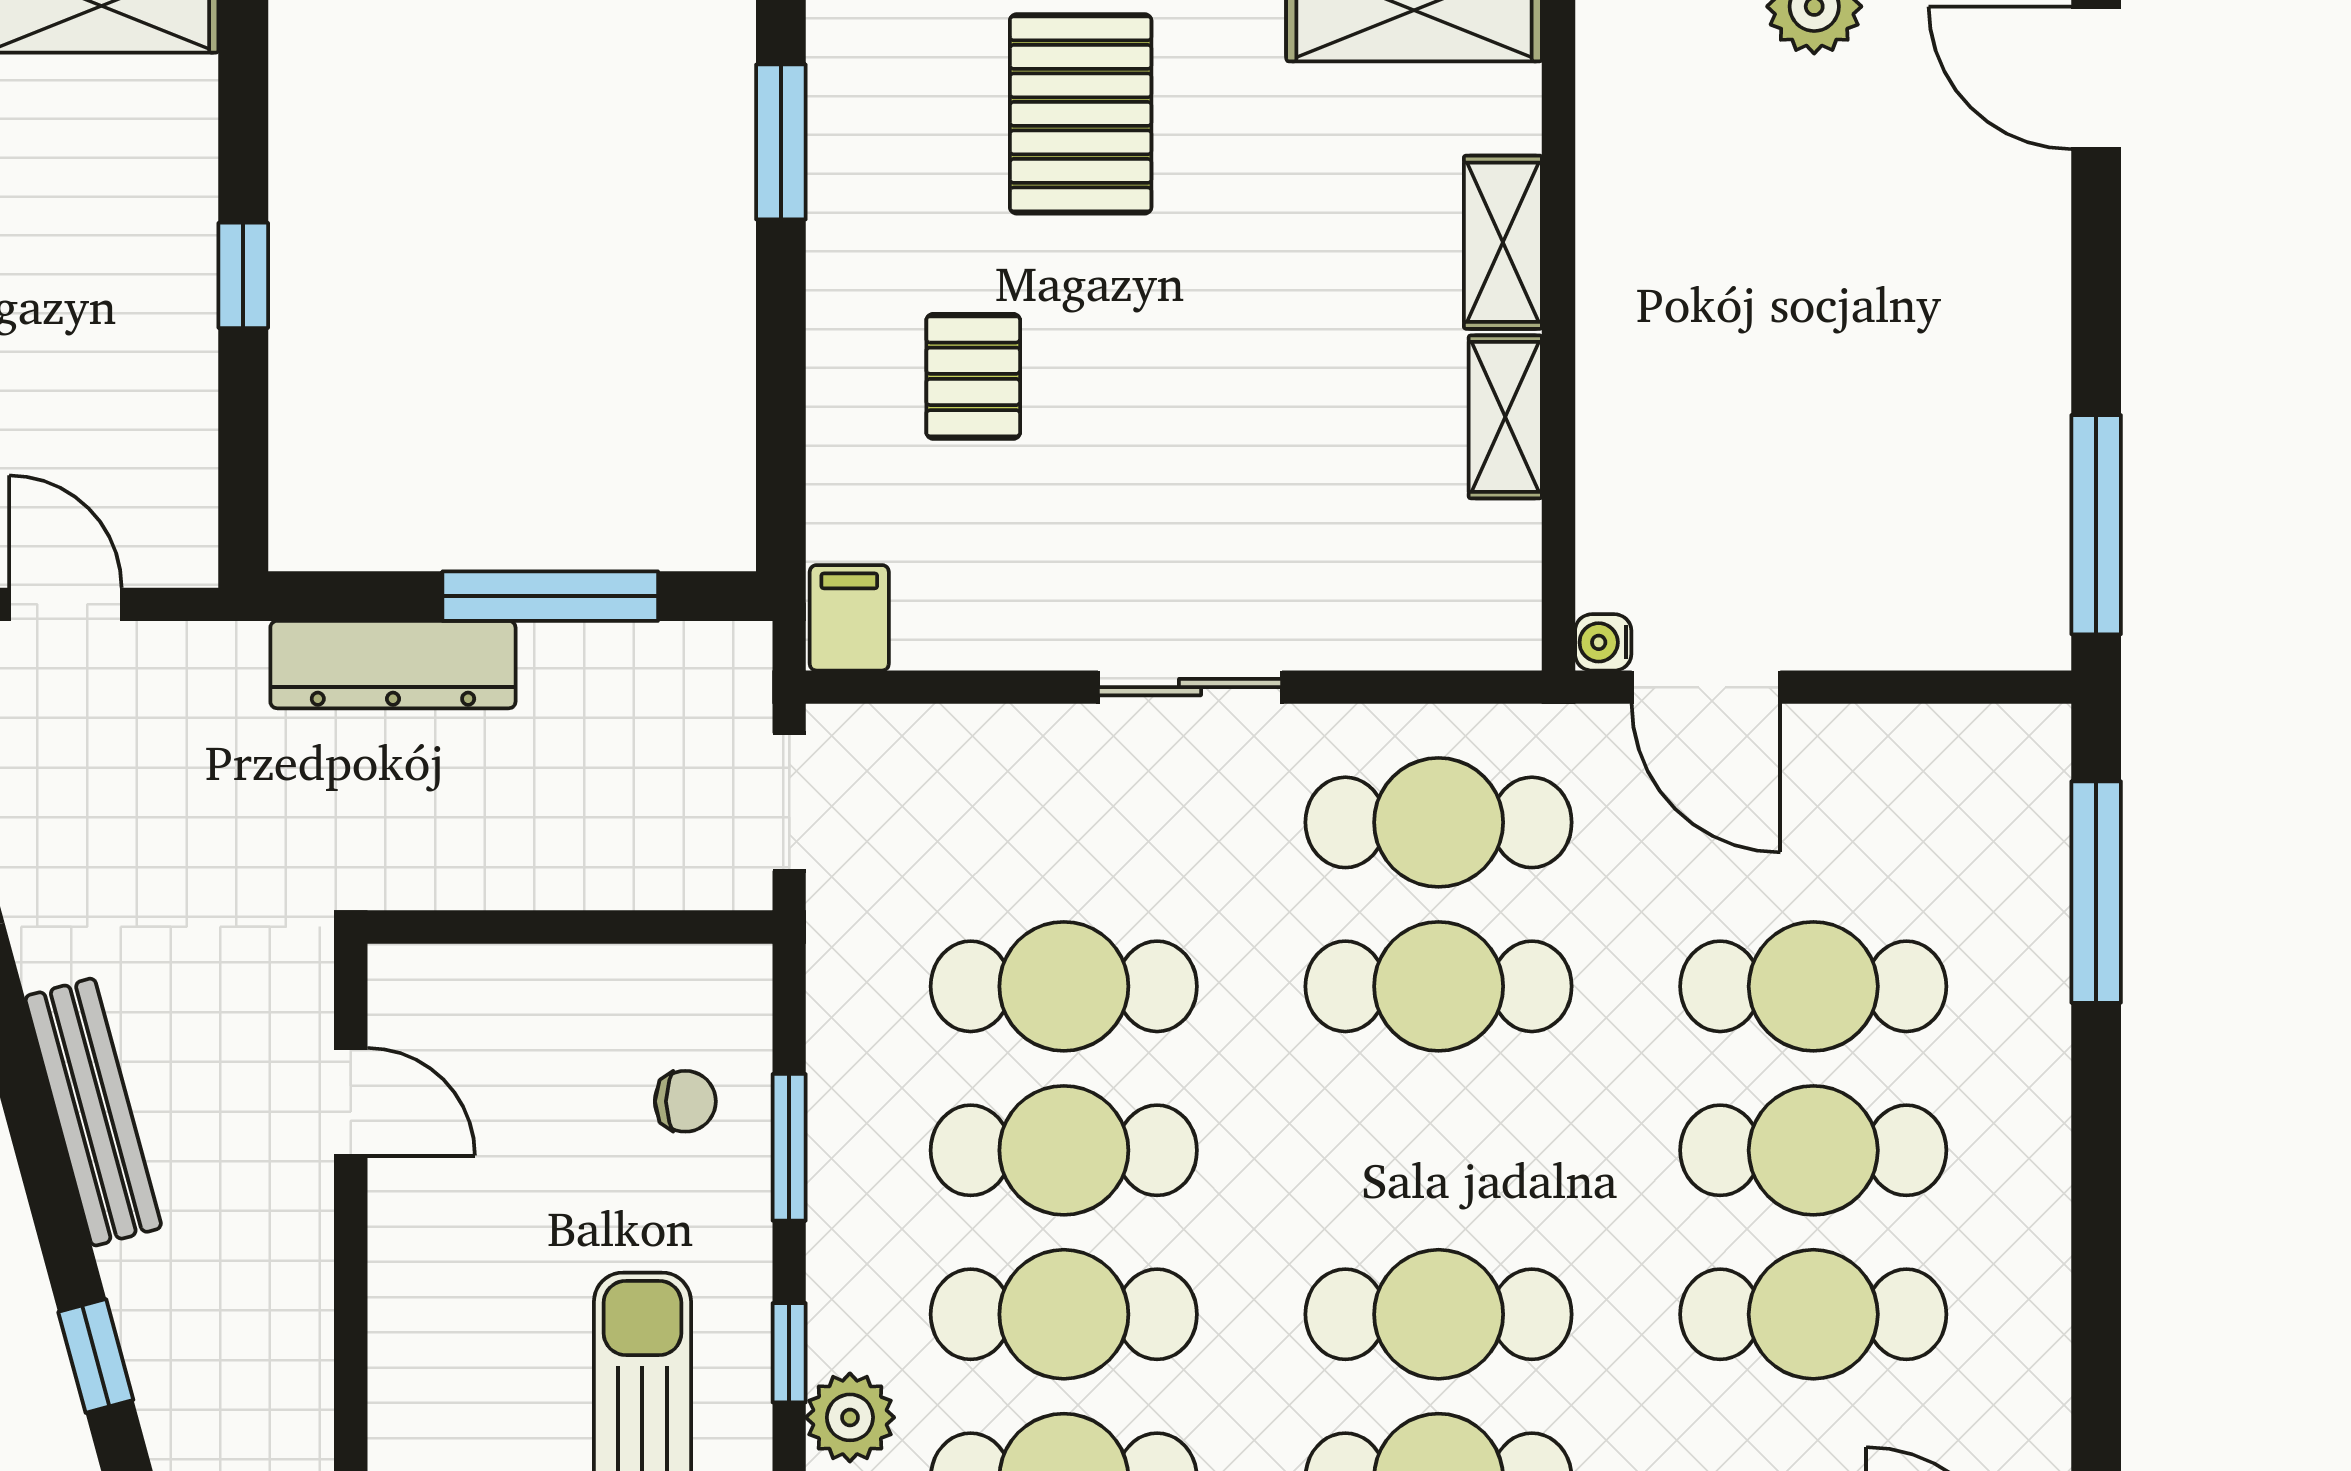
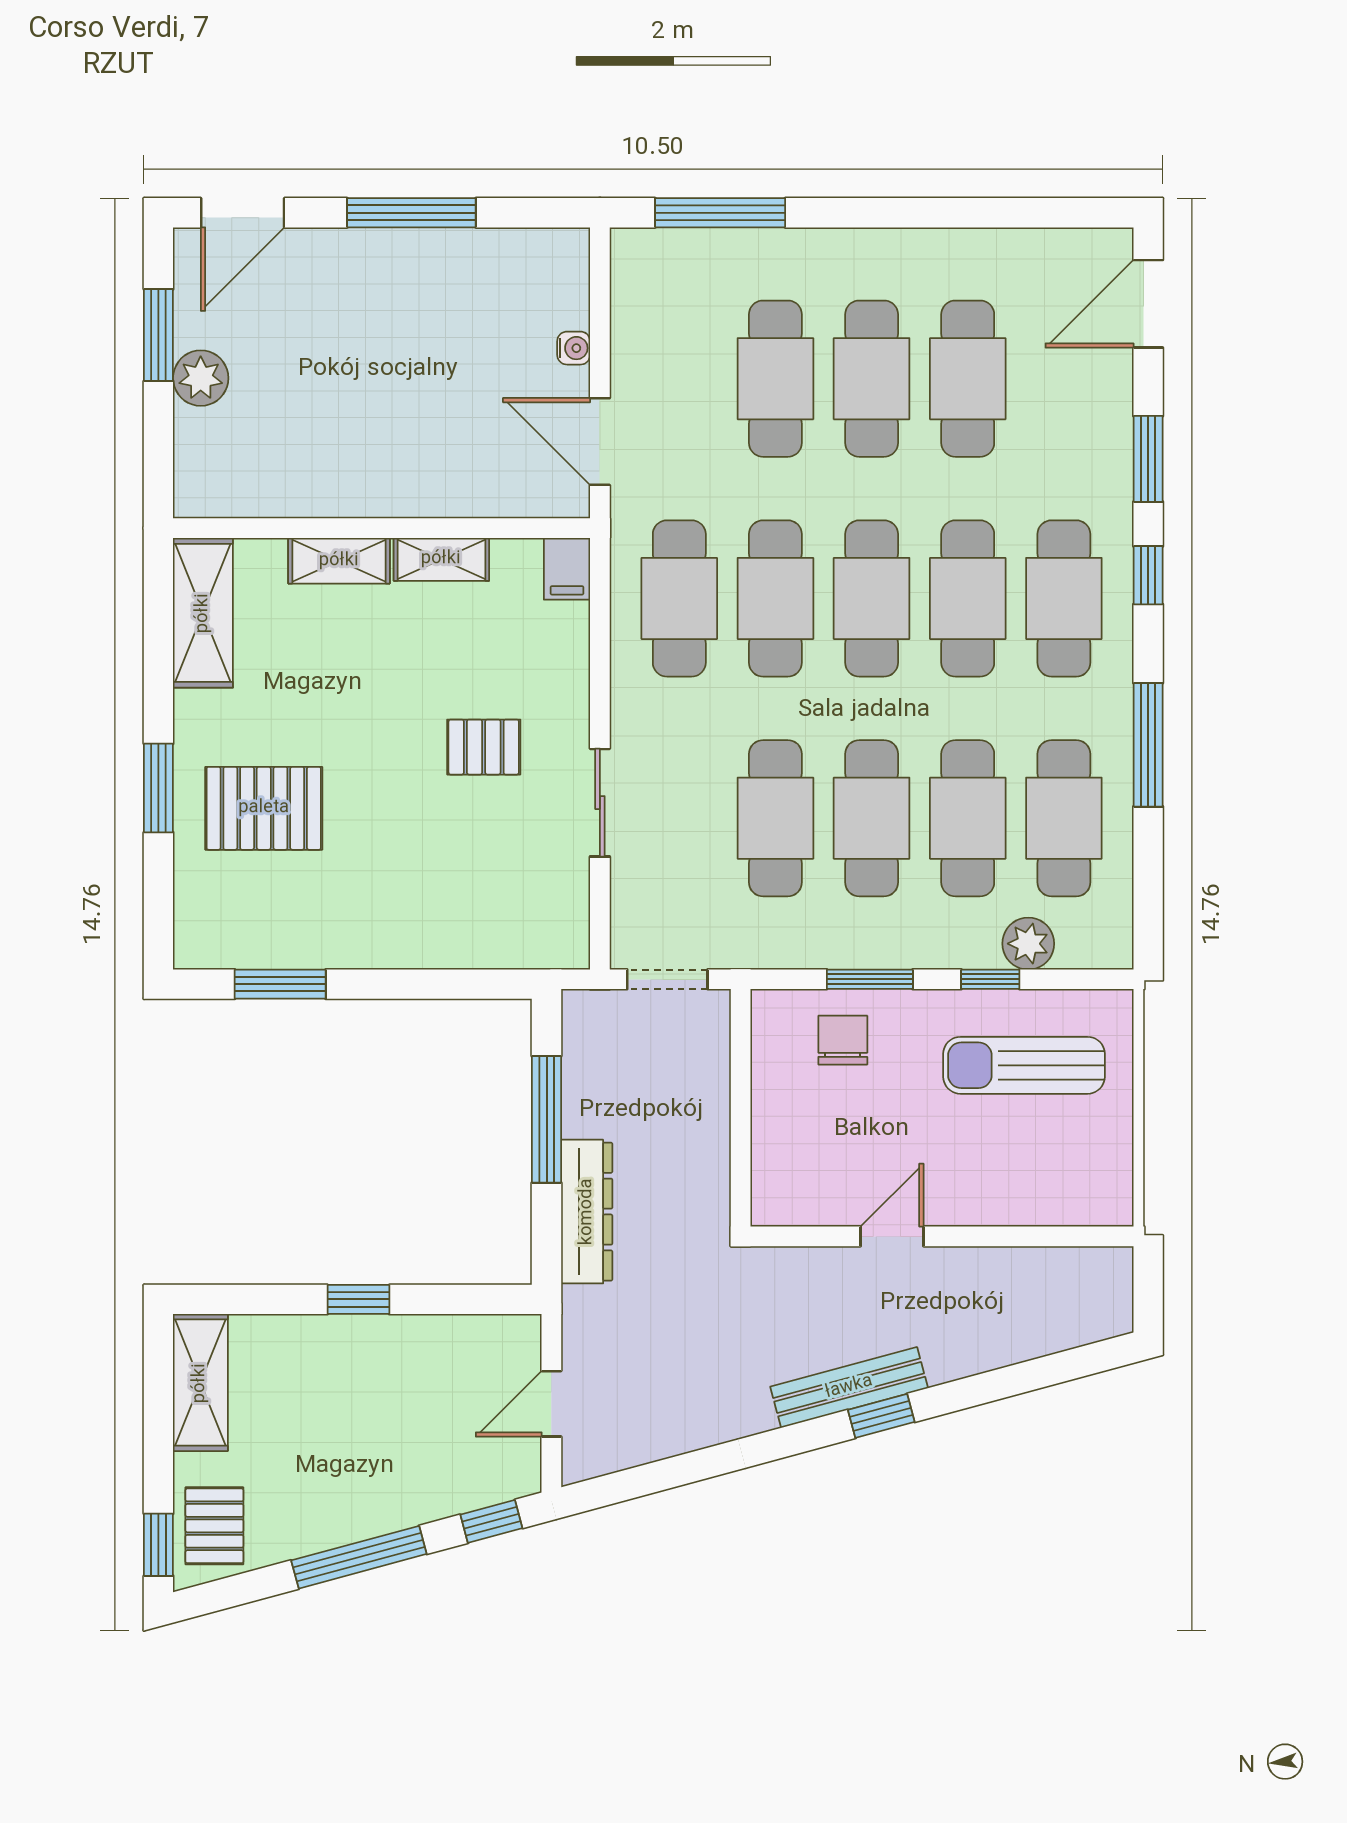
pallet: (973, 376) -> (484, 747), moved
window: (2096, 525) -> (411, 213), moved
filing cabinet: (849, 618) -> (567, 569), moved, turned -90
water cooler: (1603, 642) -> (574, 348), moved, turned -90
sliding door: (1190, 687) -> (600, 803), moved
door: (1706, 687) -> (600, 442), swing flipped
chair: (685, 1101) -> (843, 1040), width x1.37, depth x1.37
door: (351, 1102) -> (892, 1236), moved
cafe table: (1439, 1150) -> (872, 598), added
window: (96, 1356) -> (881, 1416), moved

